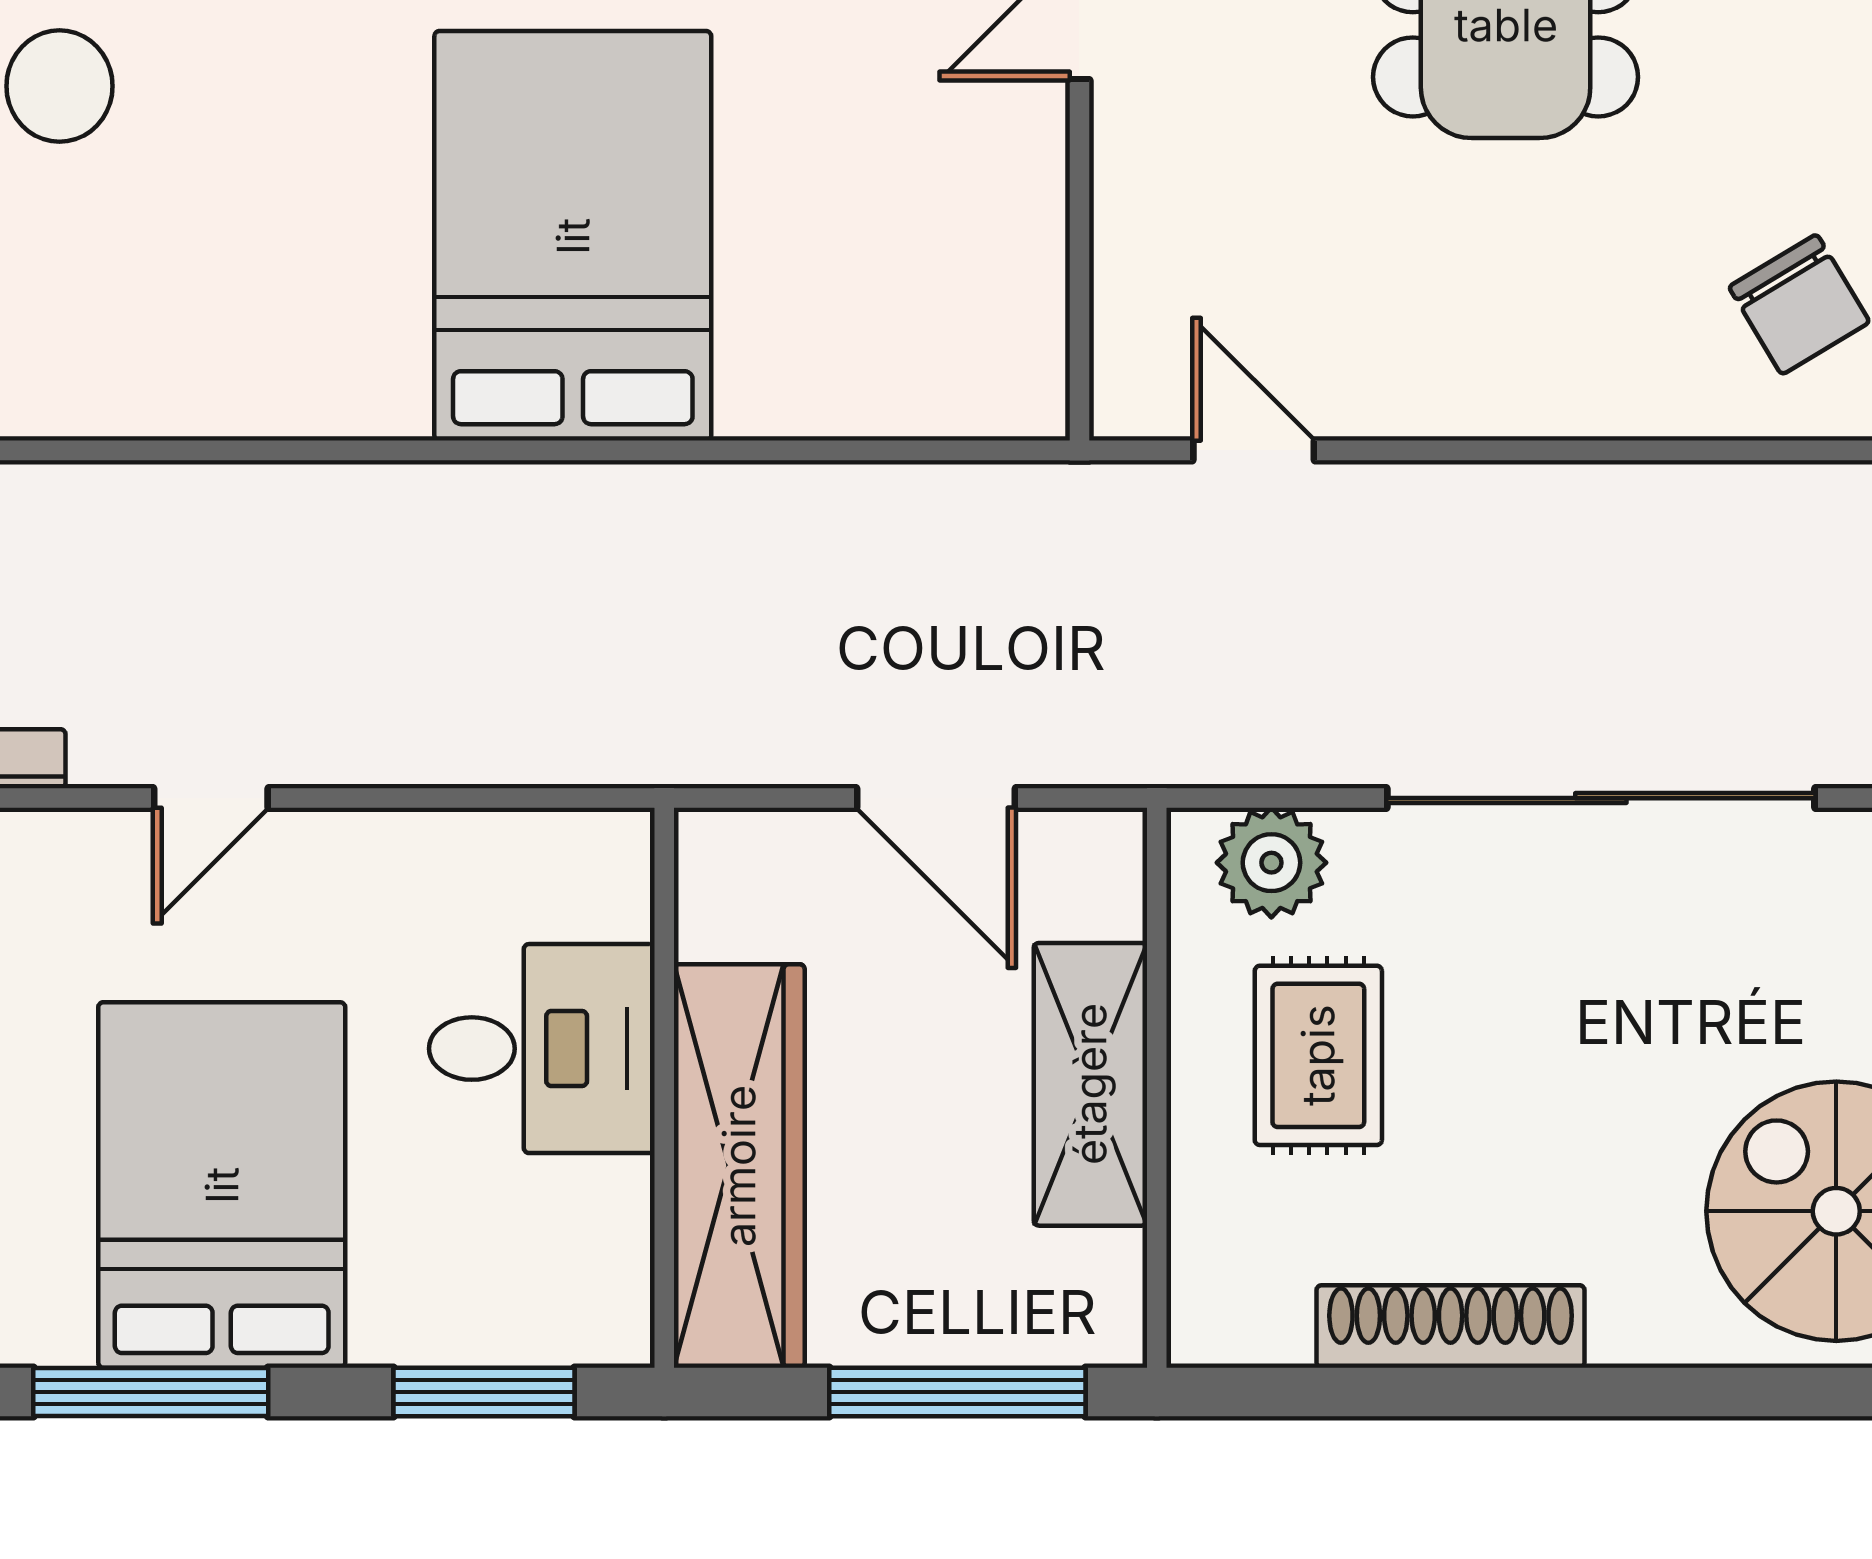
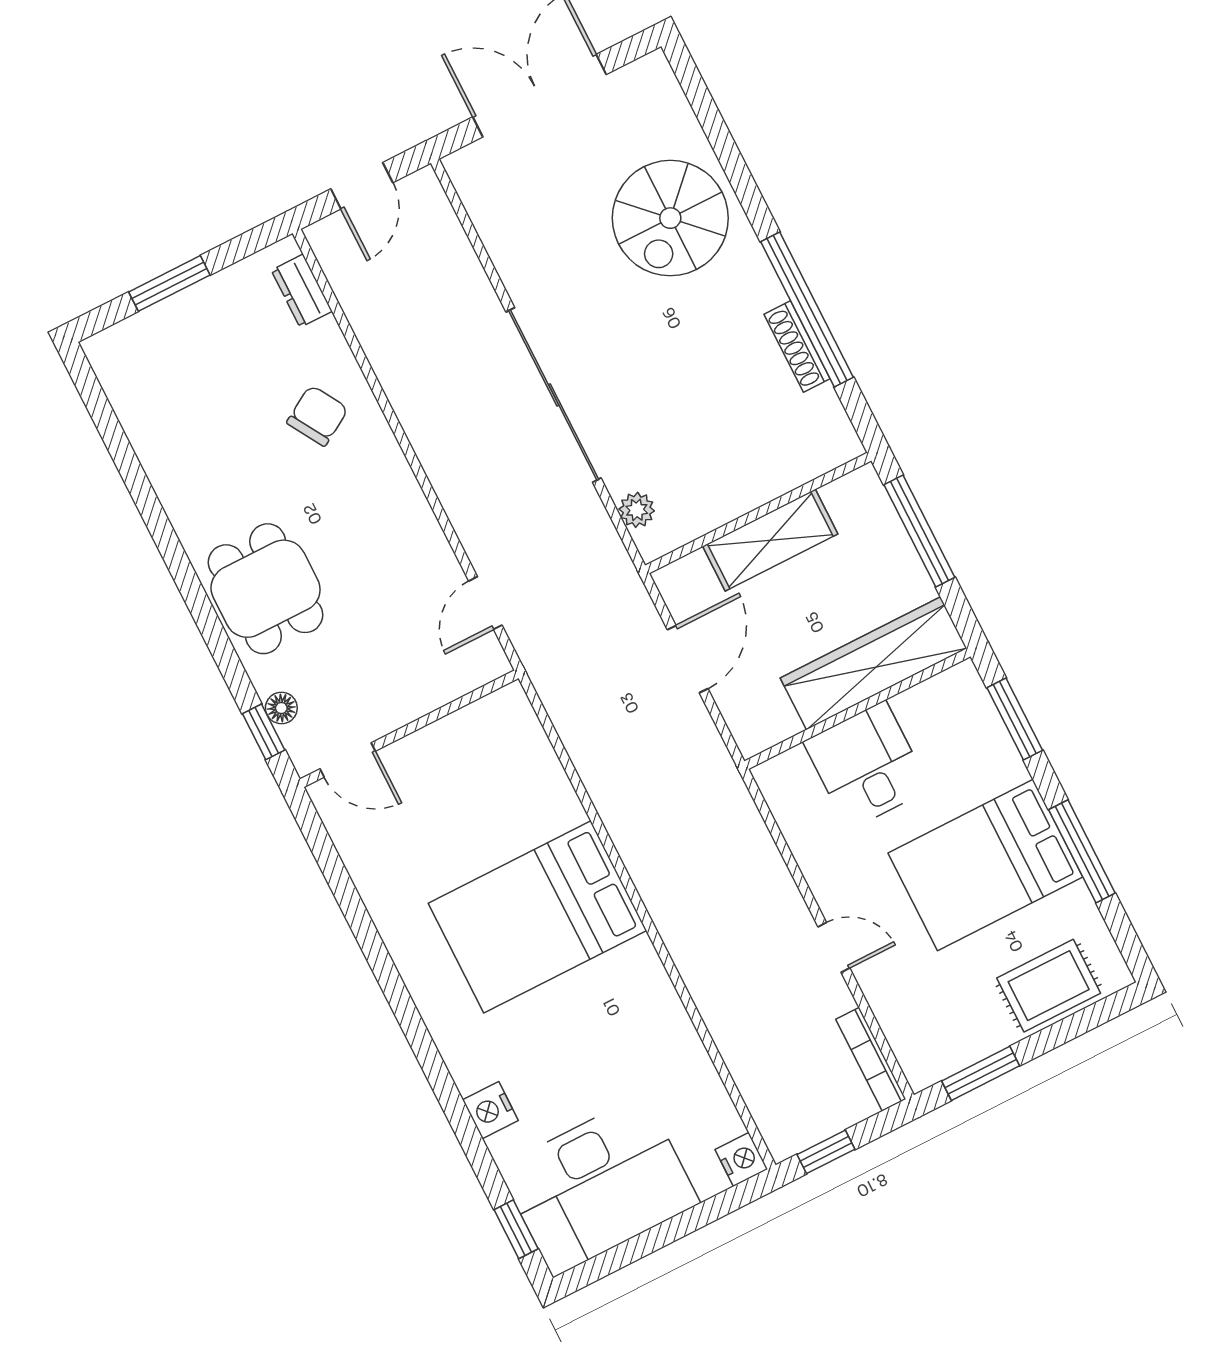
plant: (1271, 863) -> (637, 510), width x0.73, depth x0.73
rug: (1318, 1055) -> (713, 455), removed
shoe rack: (1451, 1326) -> (797, 347), width x0.74, depth x0.81
window: (1514, 1392) -> (807, 310), added

